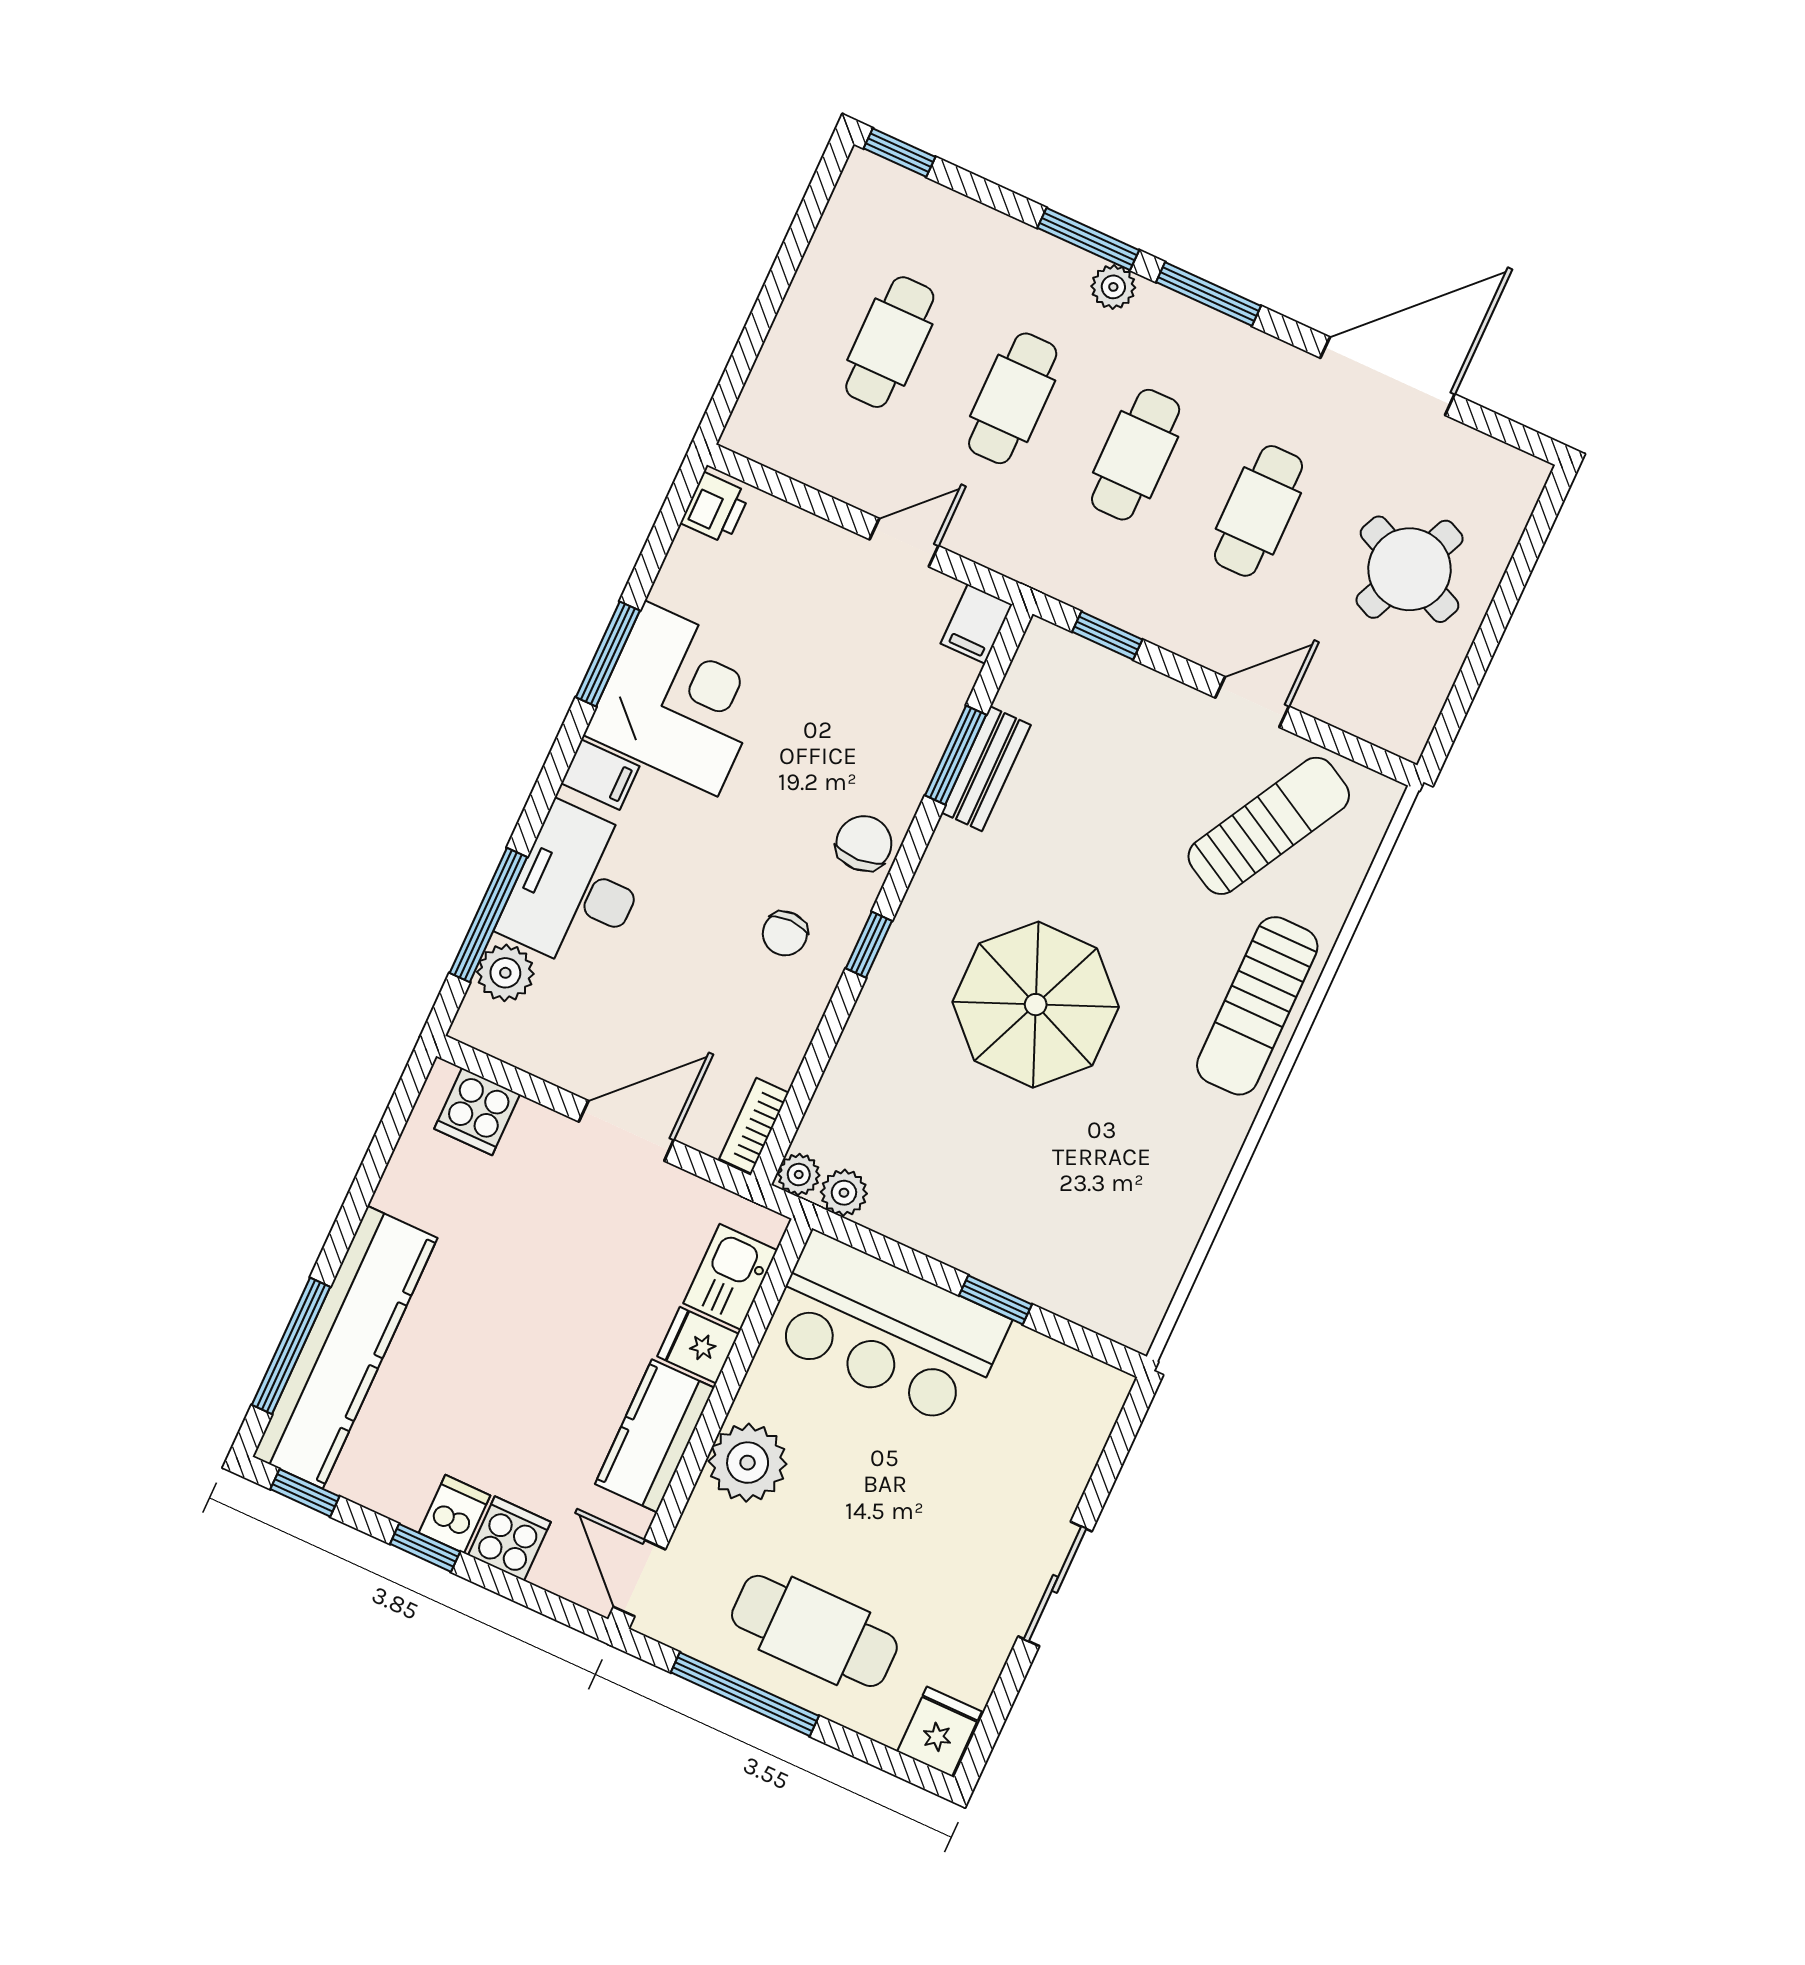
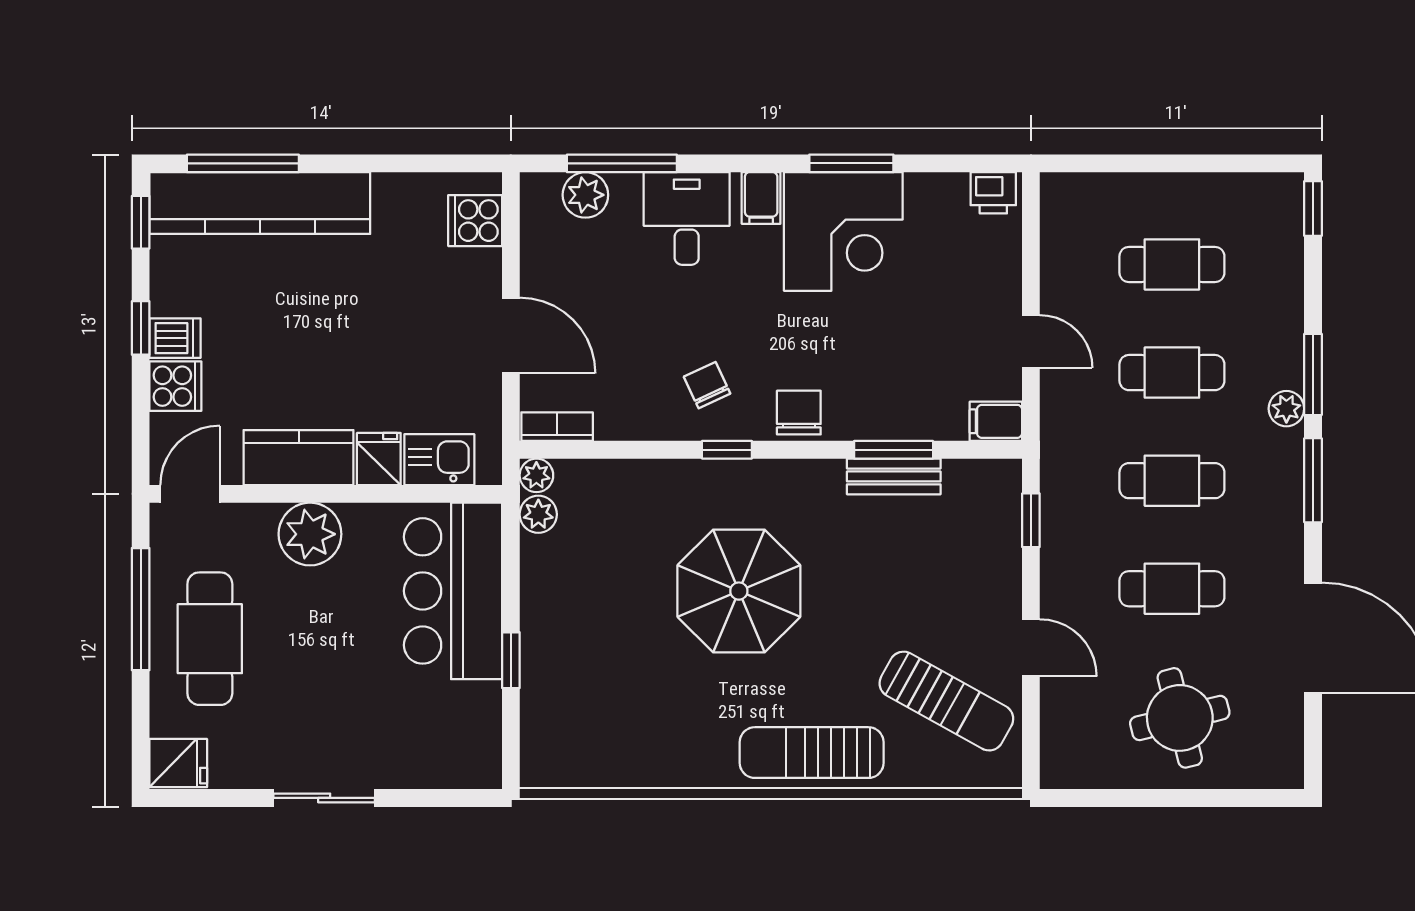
round table: (1410, 569) -> (1180, 718), turned -38
chair: (864, 843) -> (799, 413), turned -87
desk: (576, 888) -> (687, 218), width x0.73
chair: (785, 934) -> (707, 385), turned 65

